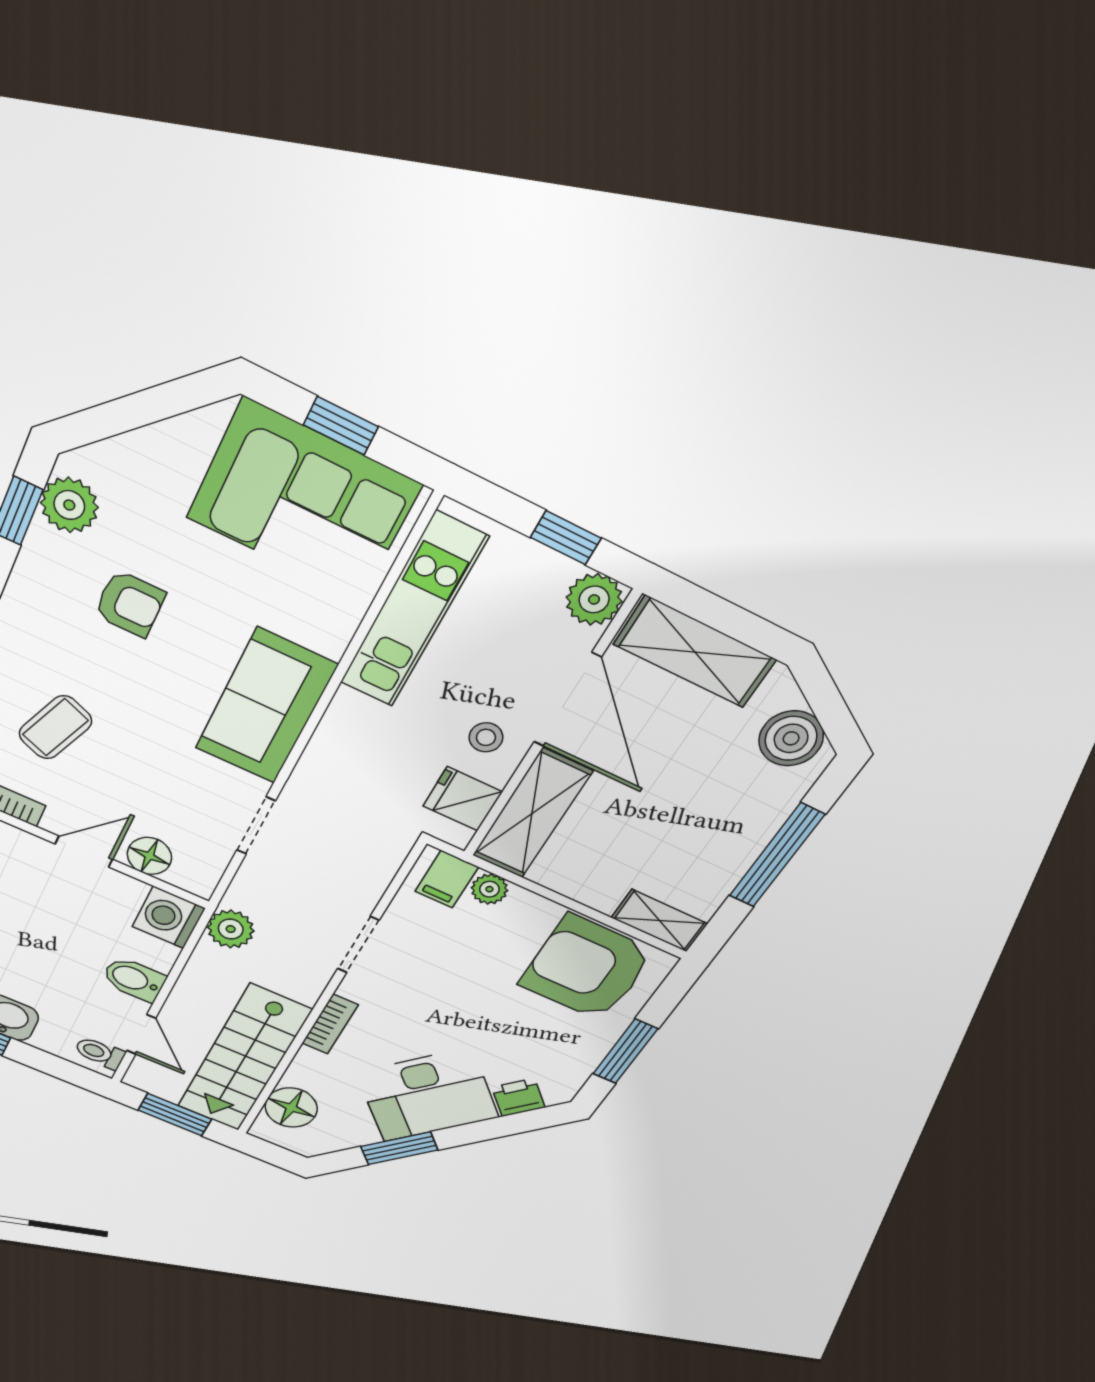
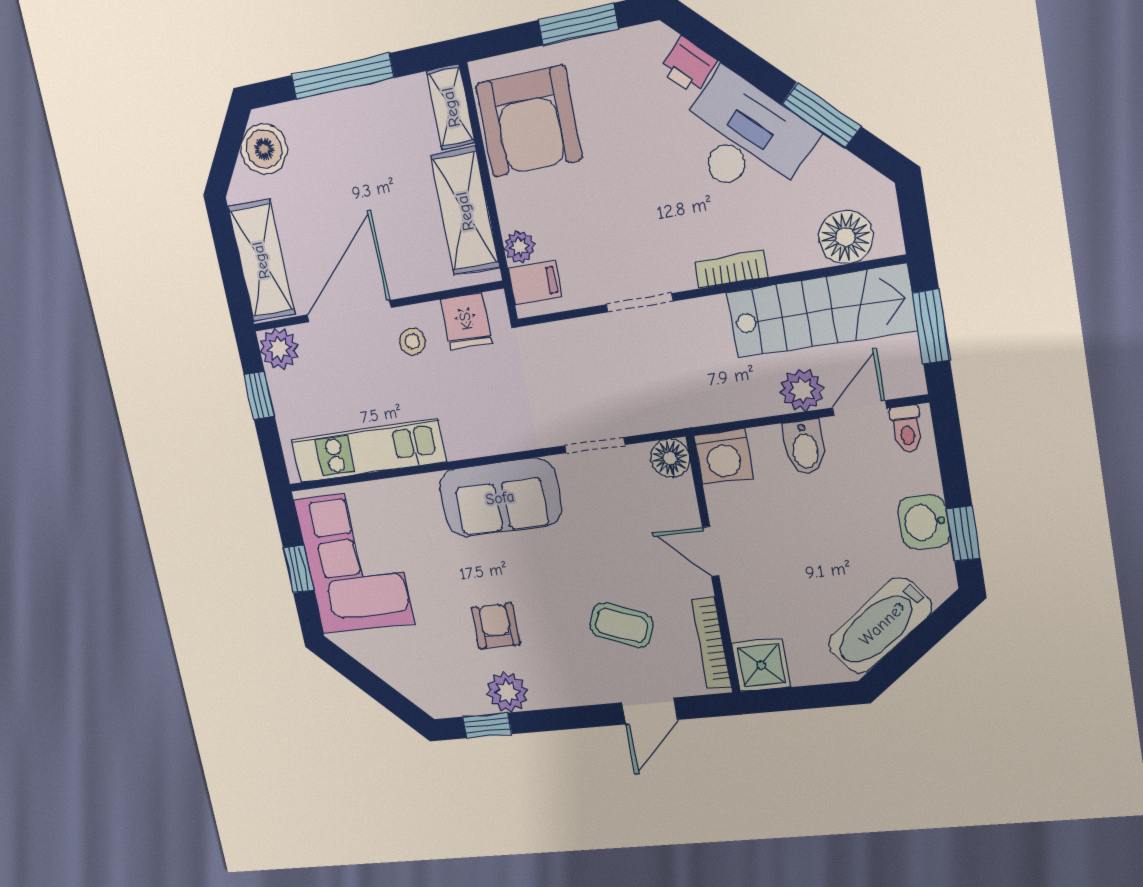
plant: (69, 505) -> (507, 692), moved
shelving: (532, 814) -> (465, 211), moved, turned 90
floor lamp: (149, 856) -> (670, 458), moved
plant: (231, 929) -> (802, 390), moved

